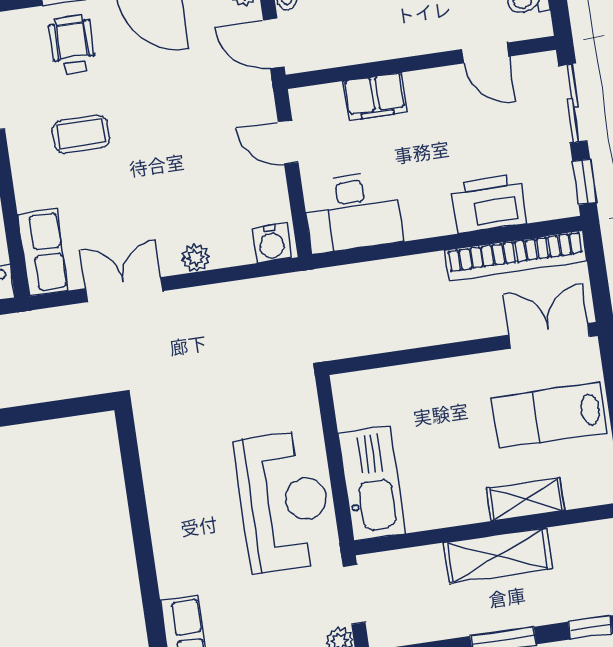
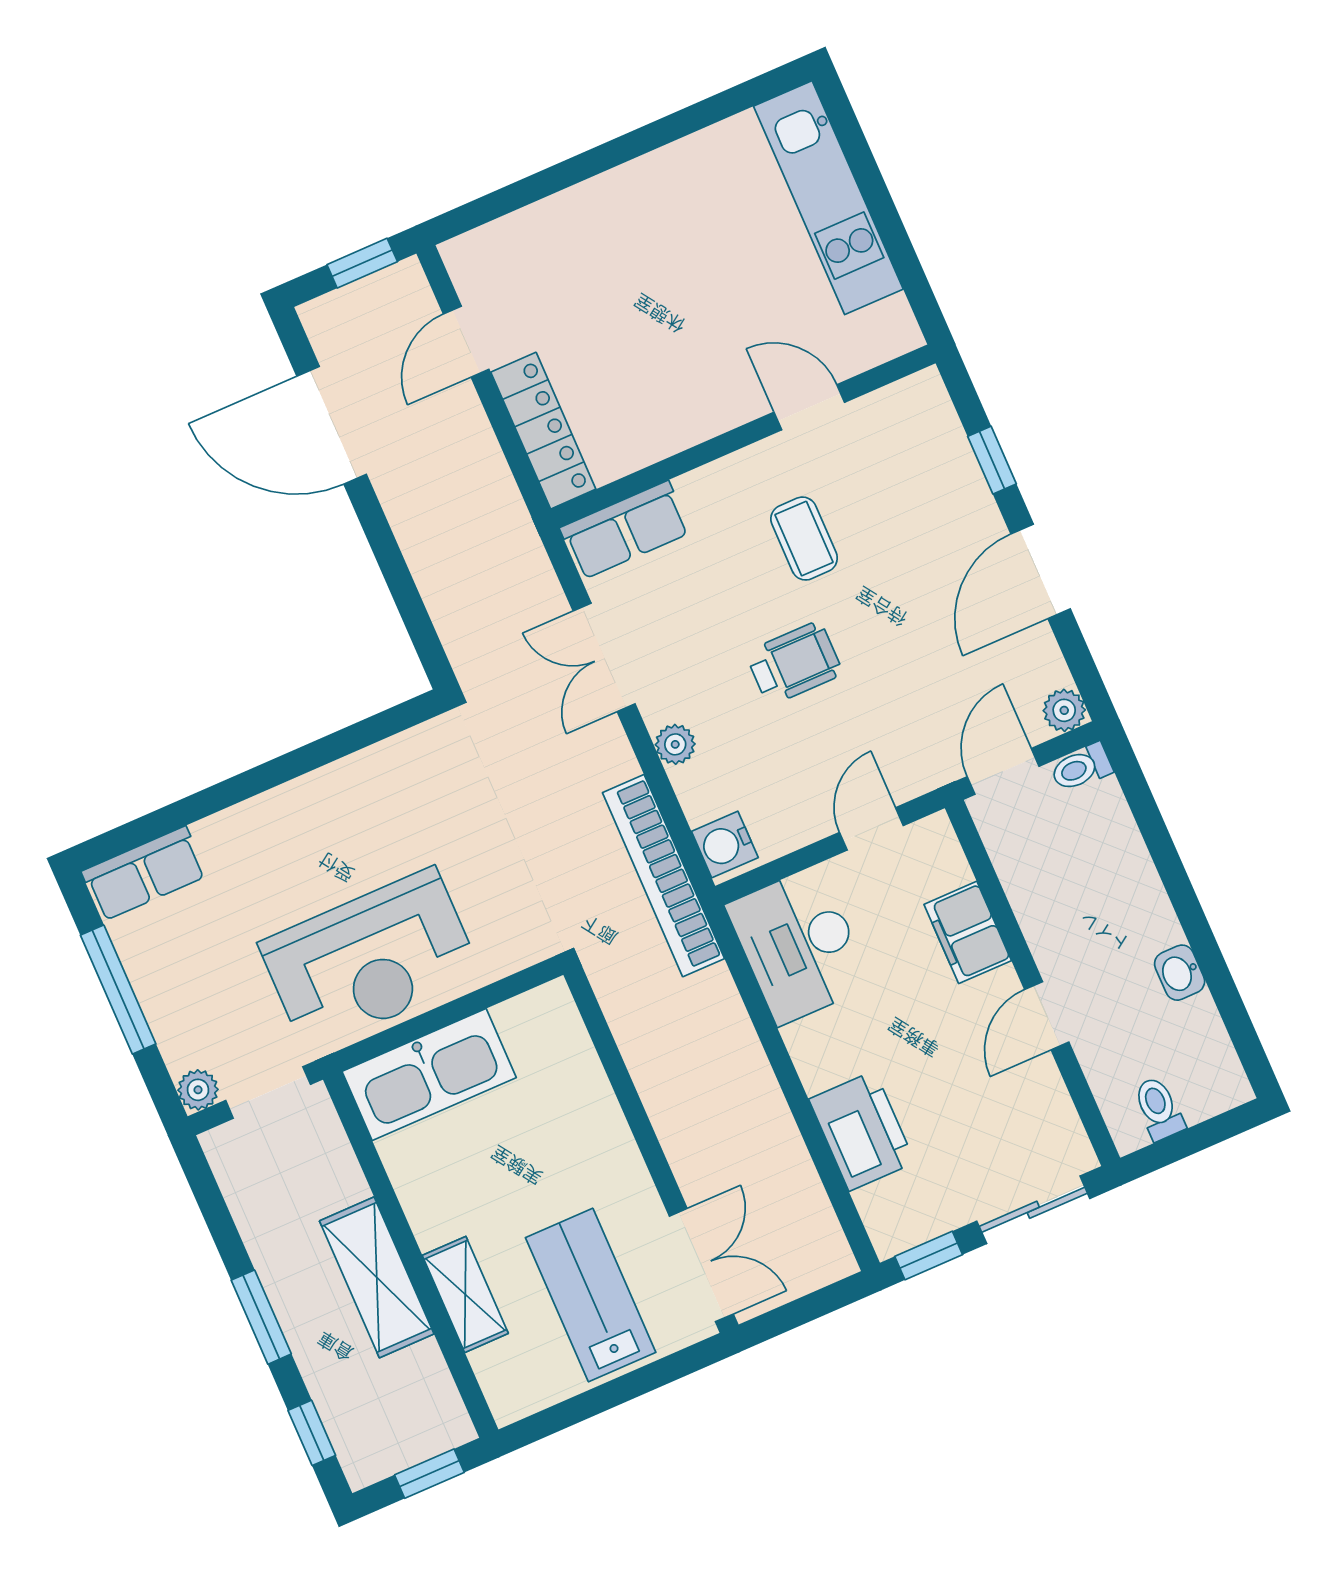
wheelchair: (72, 45) -> (794, 663), moved
door: (485, 53) -> (1047, 1016), moved
bookcase: (516, 256) -> (663, 876), moved
double door: (124, 290) -> (604, 657), swing flipped

